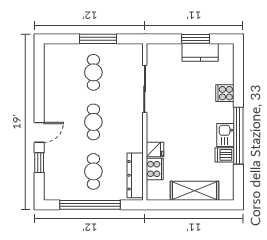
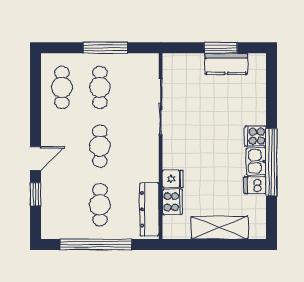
cafe table: (61, 72) -> (62, 87), added
cooker: (225, 93) -> (255, 136), moved

